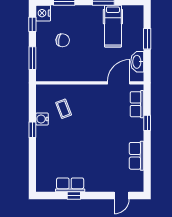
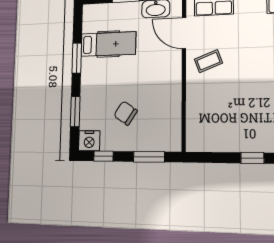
chair: (63, 40) -> (126, 113), turned -64
coffee table: (64, 109) -> (208, 61), moved
water cooler: (42, 119) -> (236, 143), removed

